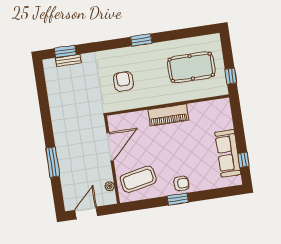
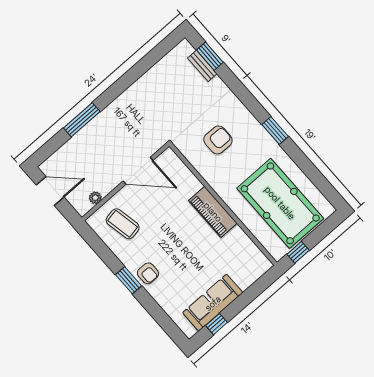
pool table: (191, 67) -> (280, 203), width x1.36, depth x1.32
coffee table: (138, 179) -> (123, 224), width x0.73, depth x0.76

